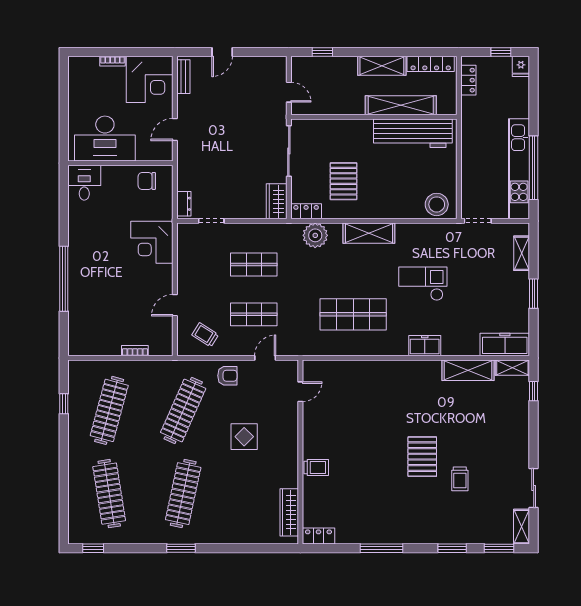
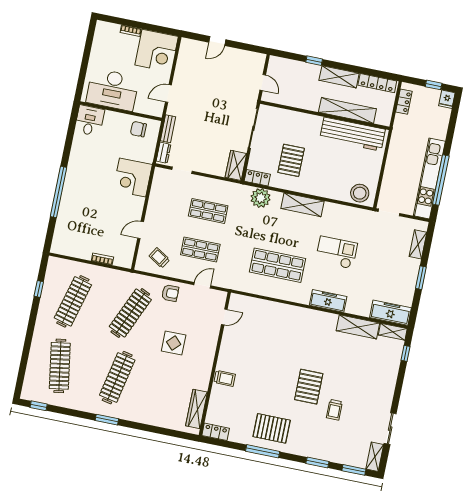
window: (322, 52) -> (314, 61), moved
bench: (183, 77) -> (168, 129), moved
freezer: (425, 346) -> (328, 301), width x1.40
pallet: (387, 518) -> (272, 428), added

